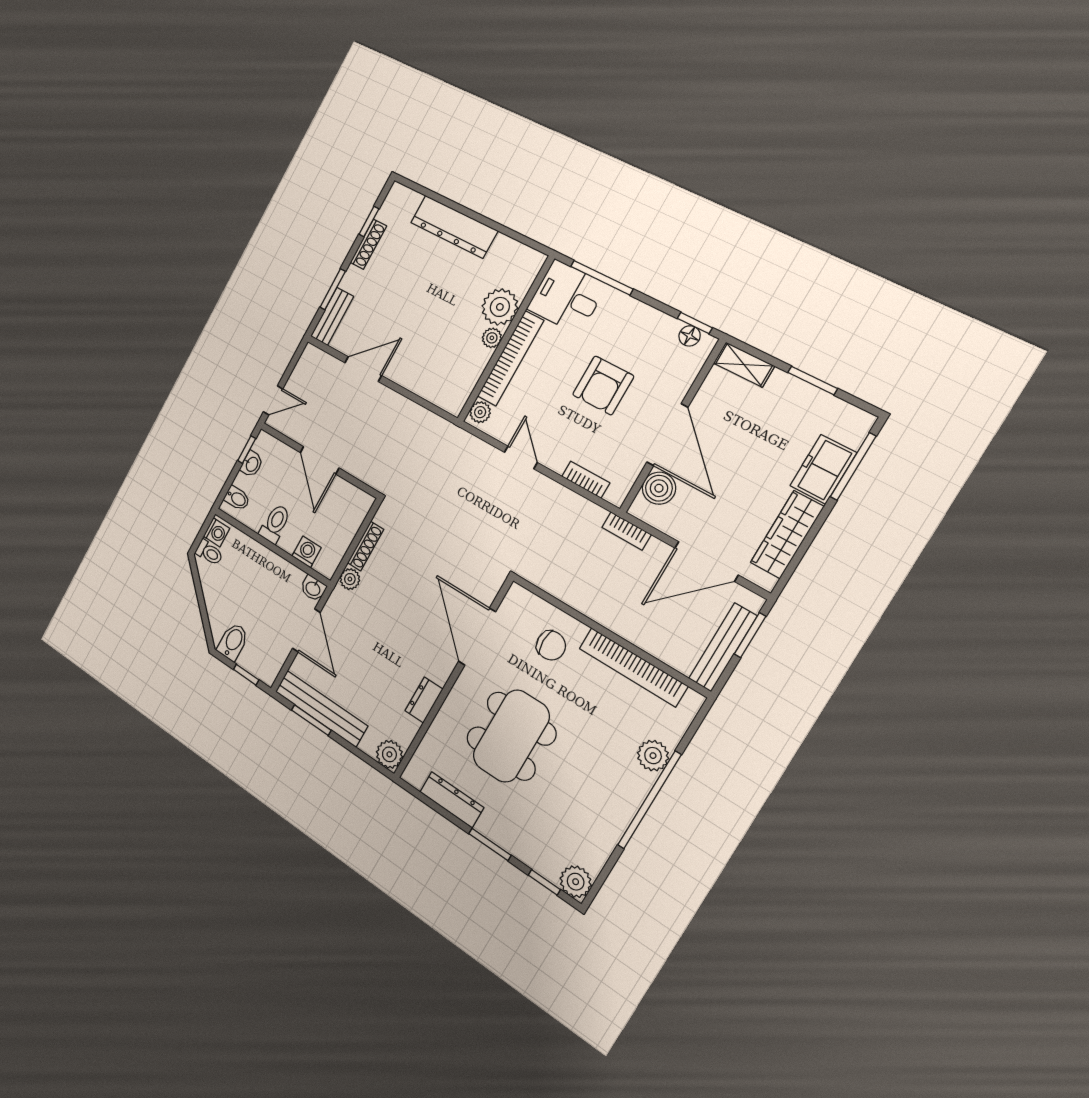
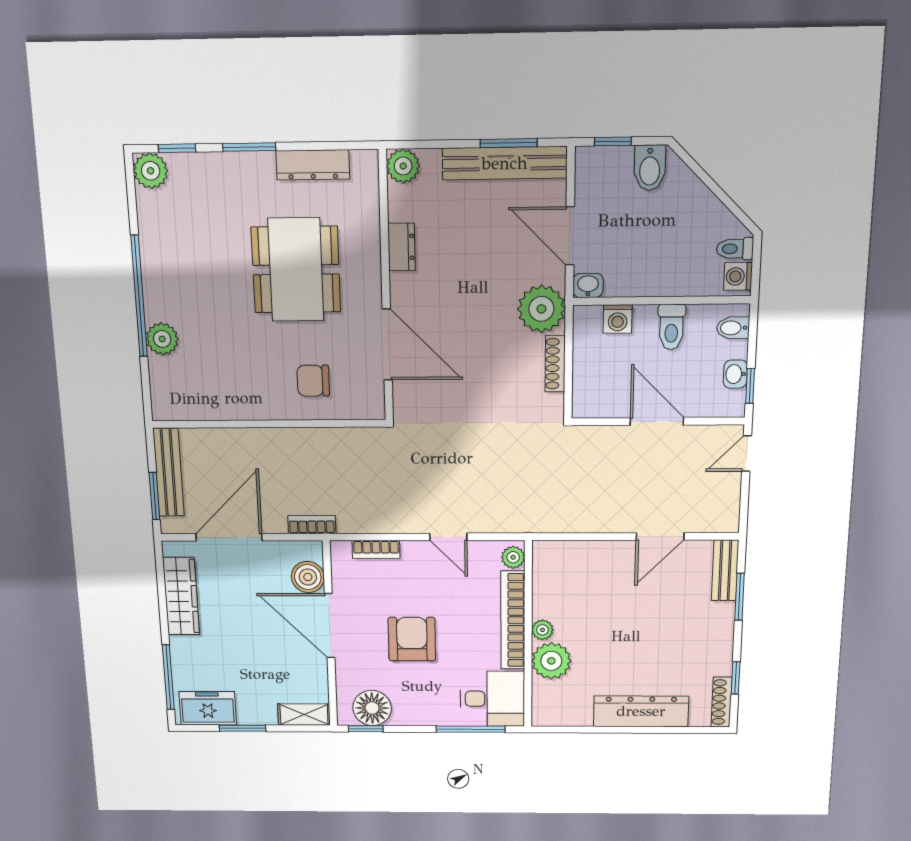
shoe rack: (368, 244) -> (722, 702), moved
floor lamp: (690, 336) -> (372, 708), width x1.89, depth x1.89
freezer: (823, 469) -> (208, 708), moved, turned -90
plant: (350, 579) -> (541, 309), width x1.87, depth x1.87
bookcase: (633, 667) -> (230, 408), removed

